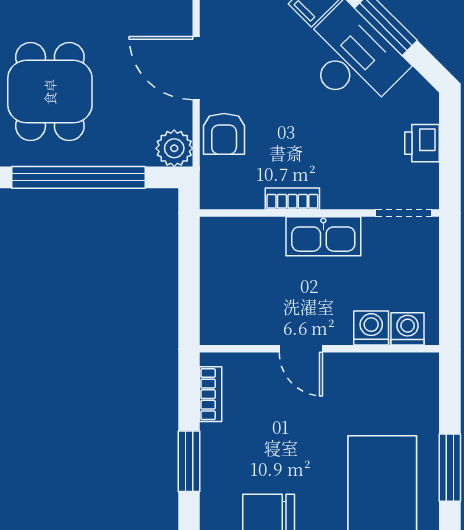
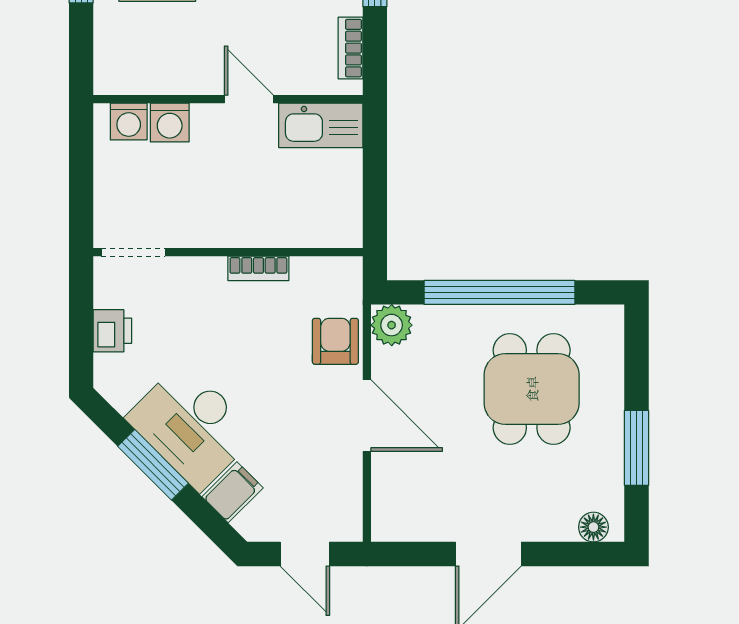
kitchen sink: (323, 236) -> (321, 125), moved, turned 180

